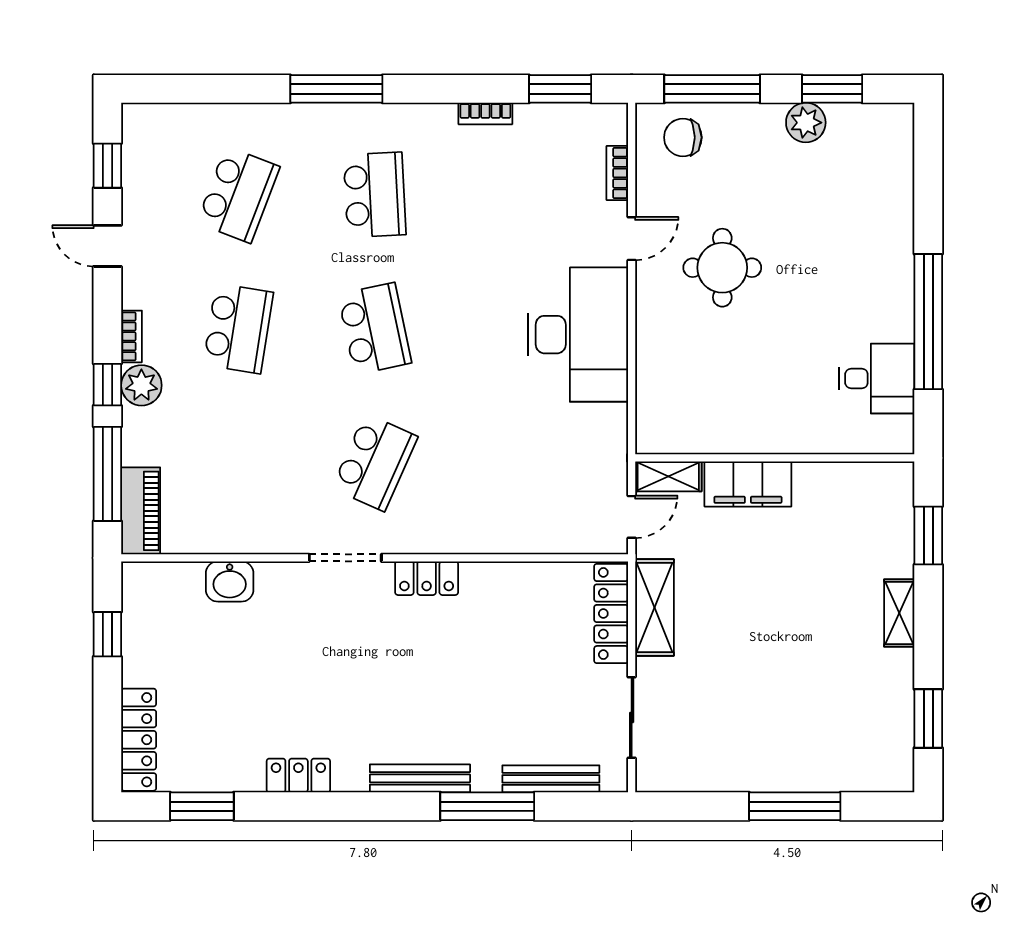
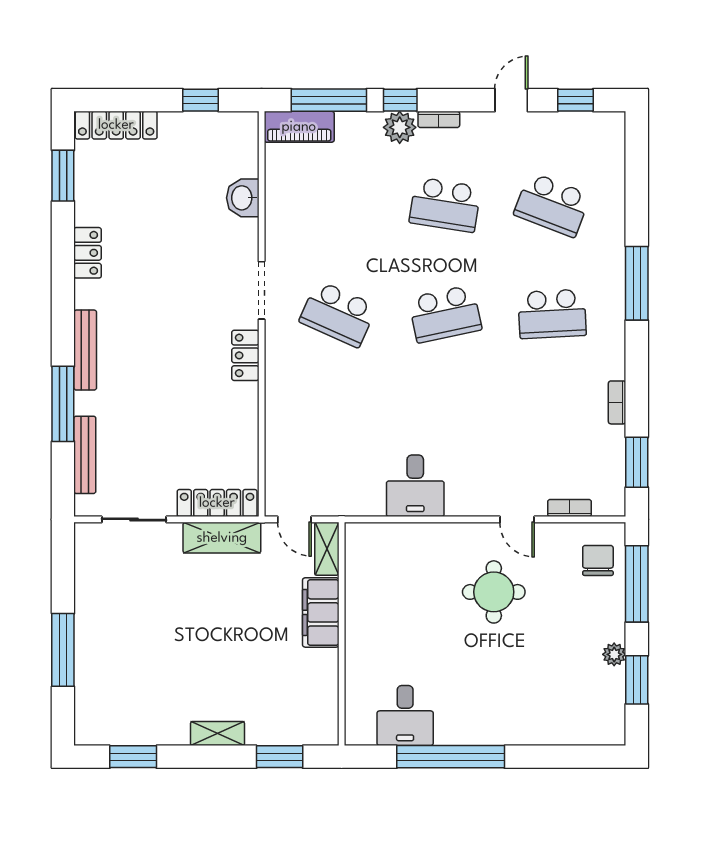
plant: (806, 123) -> (614, 654), width x0.73, depth x0.73
desk: (578, 335) -> (415, 486), width x0.53, depth x0.77

